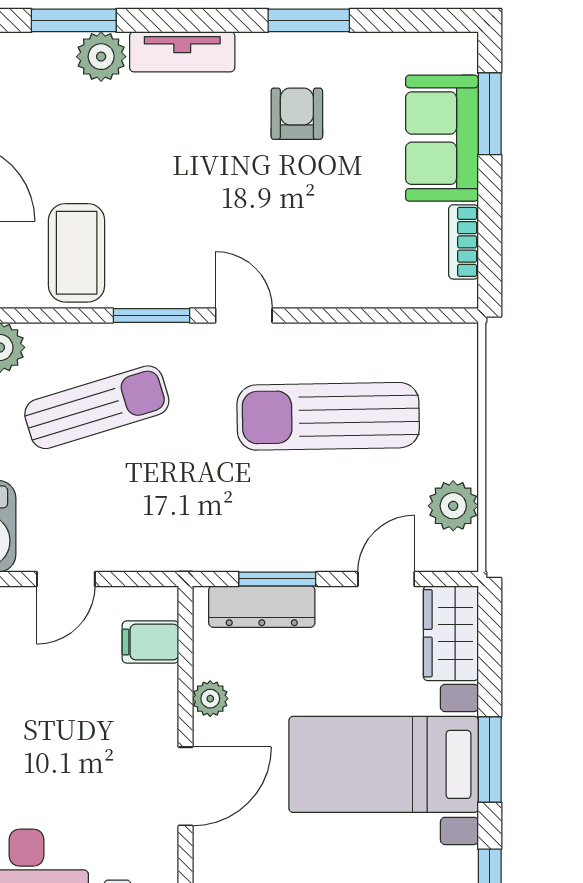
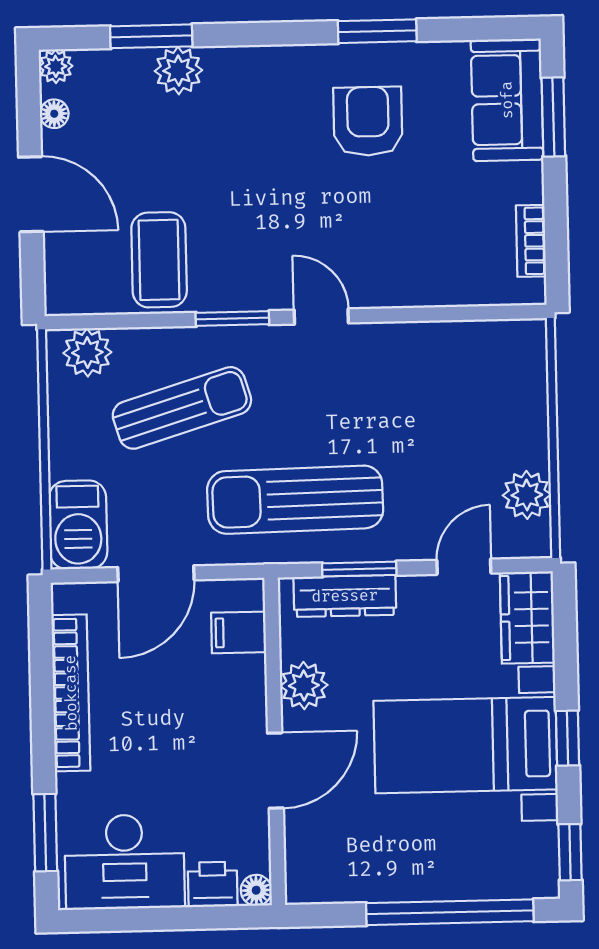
tv unit: (182, 52) -> (256, 64), removed
armchair: (297, 114) -> (368, 121), width x1.38, depth x1.38
sofa: (442, 138) -> (507, 100), moved
sun lounger: (328, 416) -> (295, 500), moved
door: (66, 579) -> (156, 574), width x1.37
plant: (210, 699) -> (304, 685), width x1.38, depth x1.38
window: (490, 760) -> (567, 738), width x0.67

